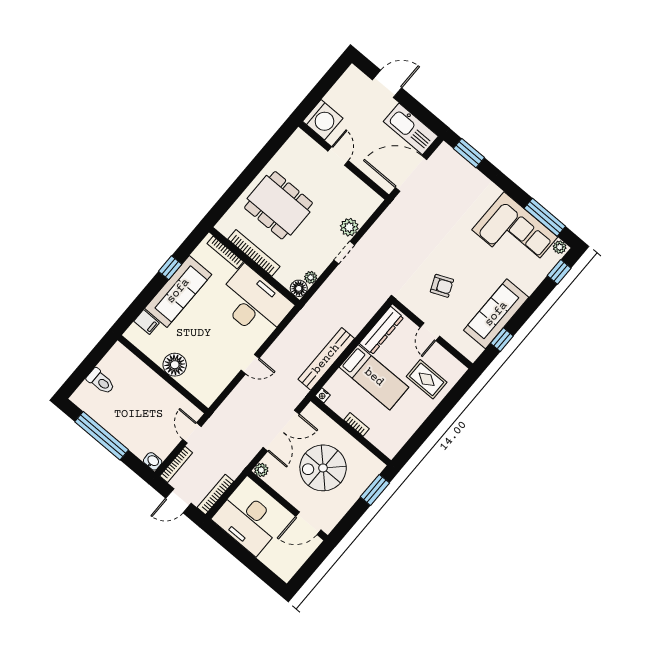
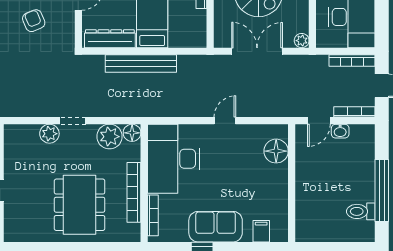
plant: (311, 277) -> (109, 137), width x1.87, depth x1.87
sofa: (178, 291) -> (216, 227), width x0.73
bench: (326, 359) -> (141, 64), moved
door: (250, 364) -> (225, 121), hinge flipped
floor lamp: (175, 365) -> (276, 151), moved
toilet: (101, 381) -> (361, 211), moved, turned -90
nightstand: (323, 395) -> (201, 42), removed
washbasin: (153, 461) -> (340, 131), moved, turned -90

